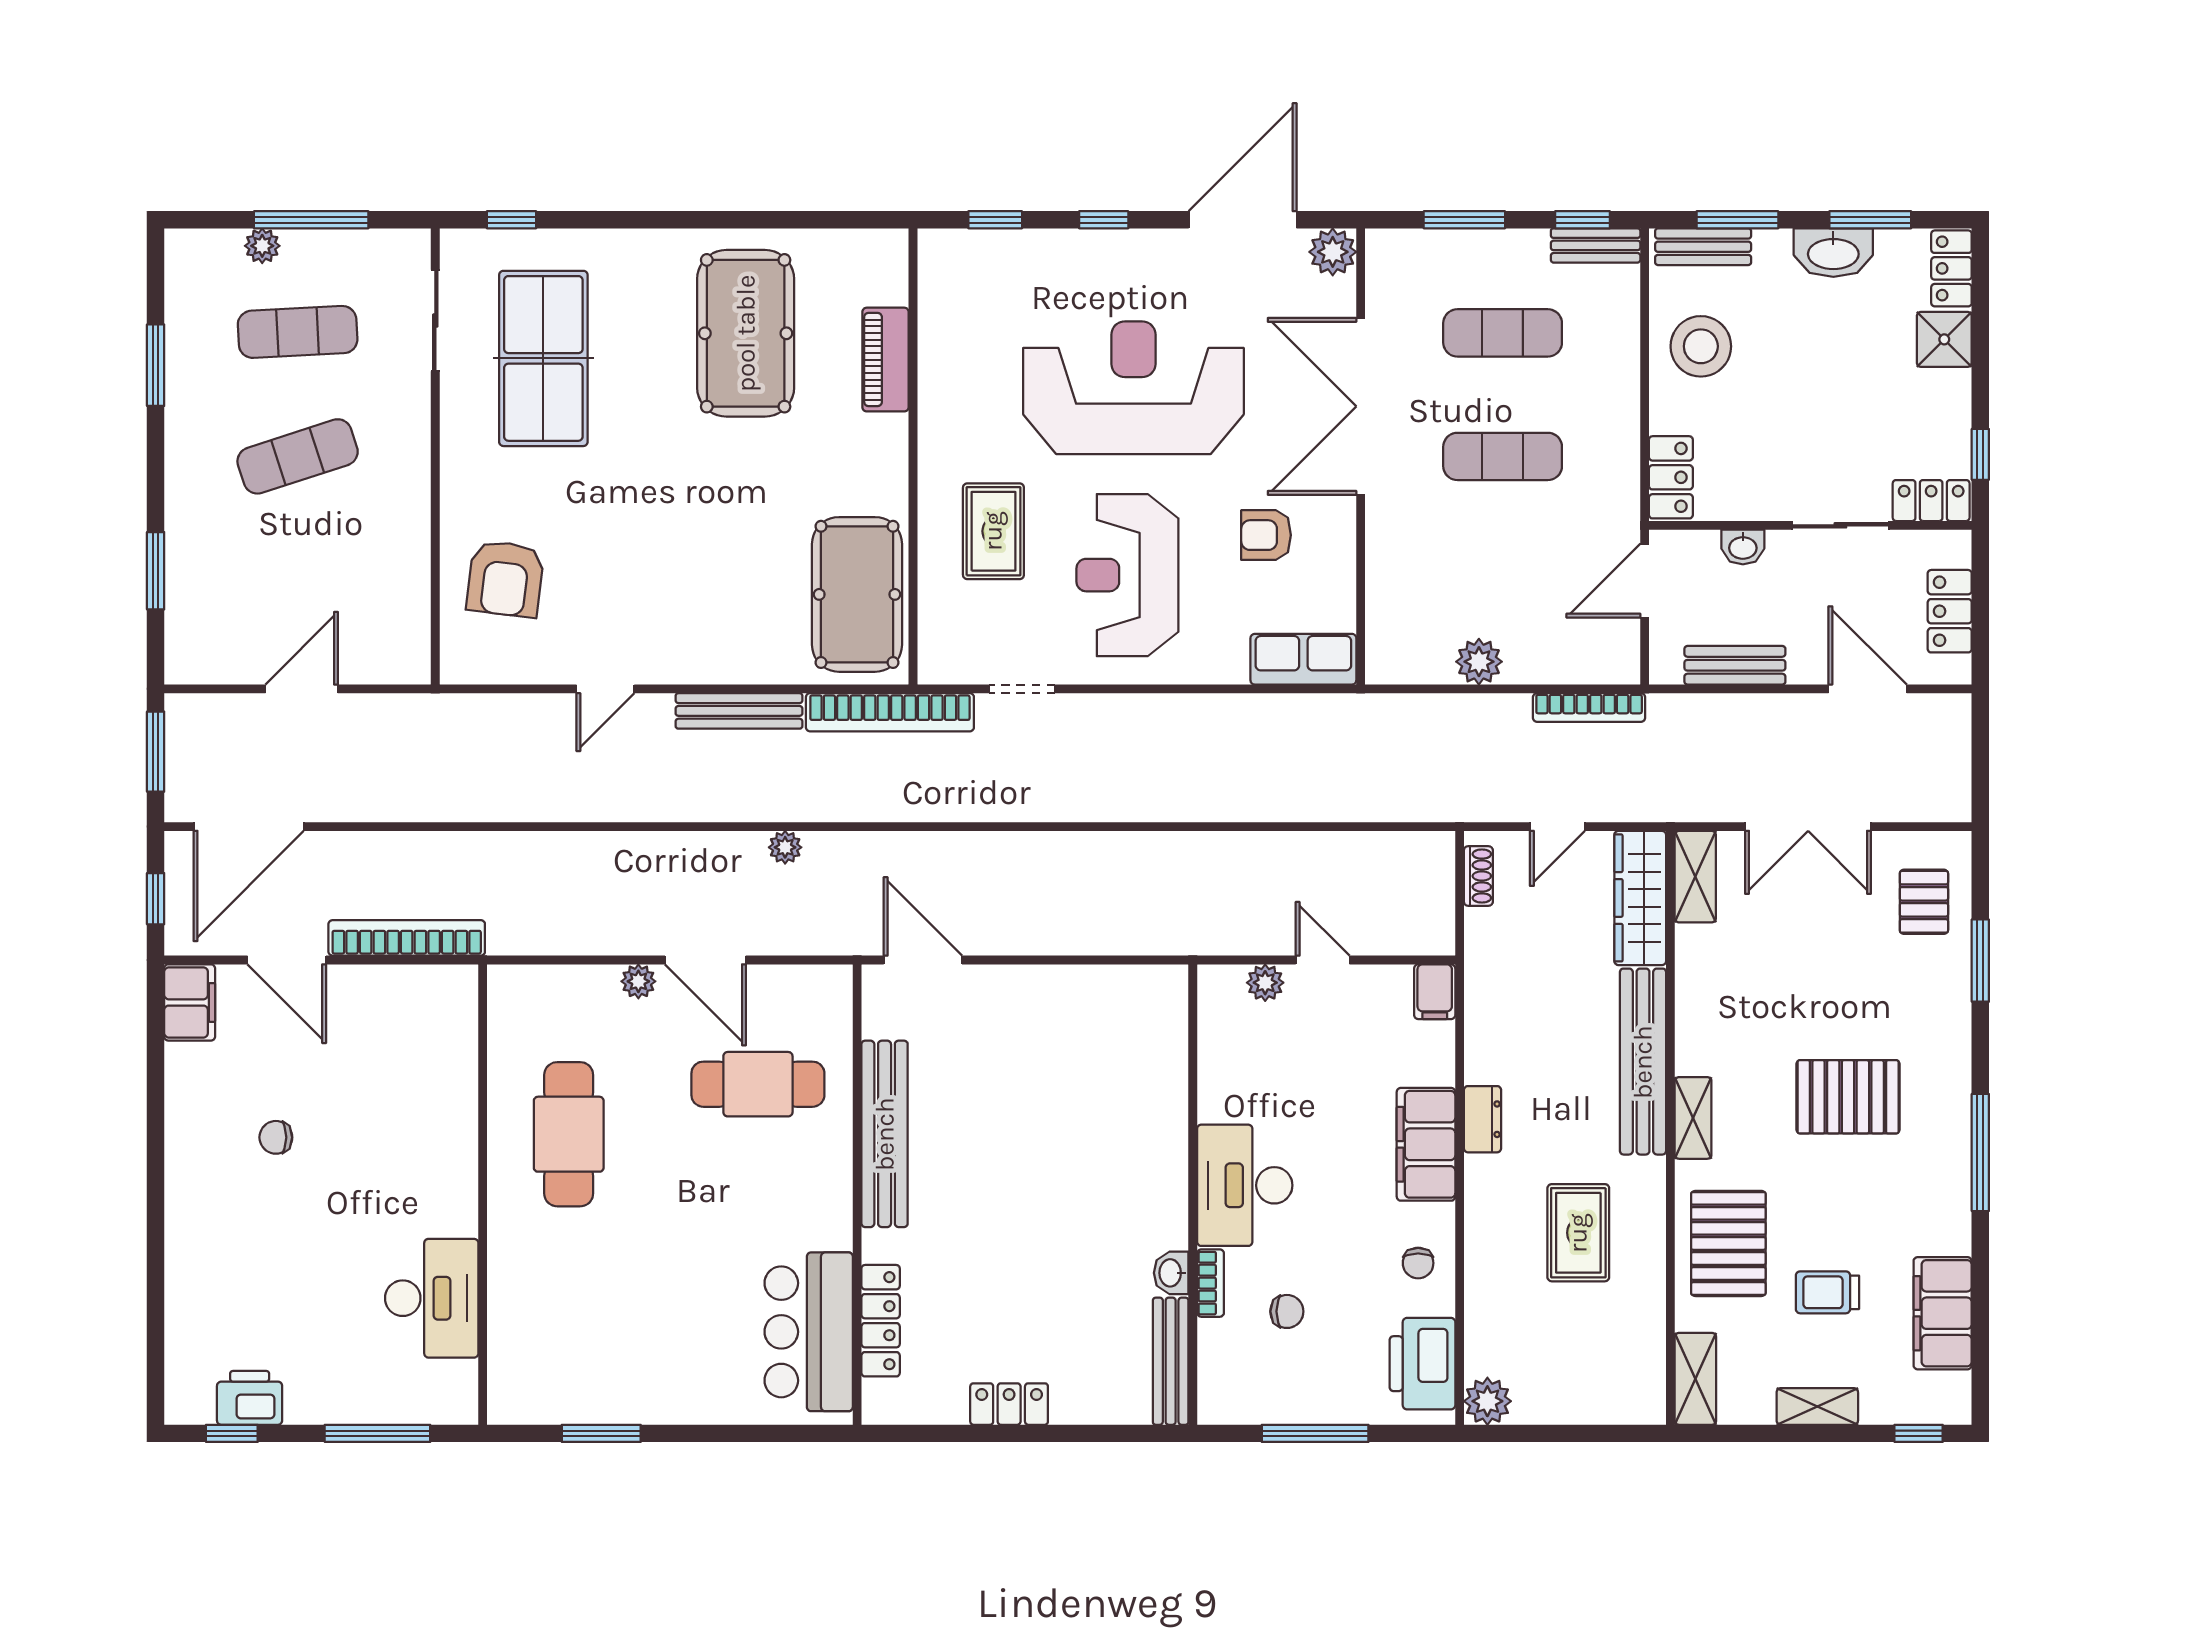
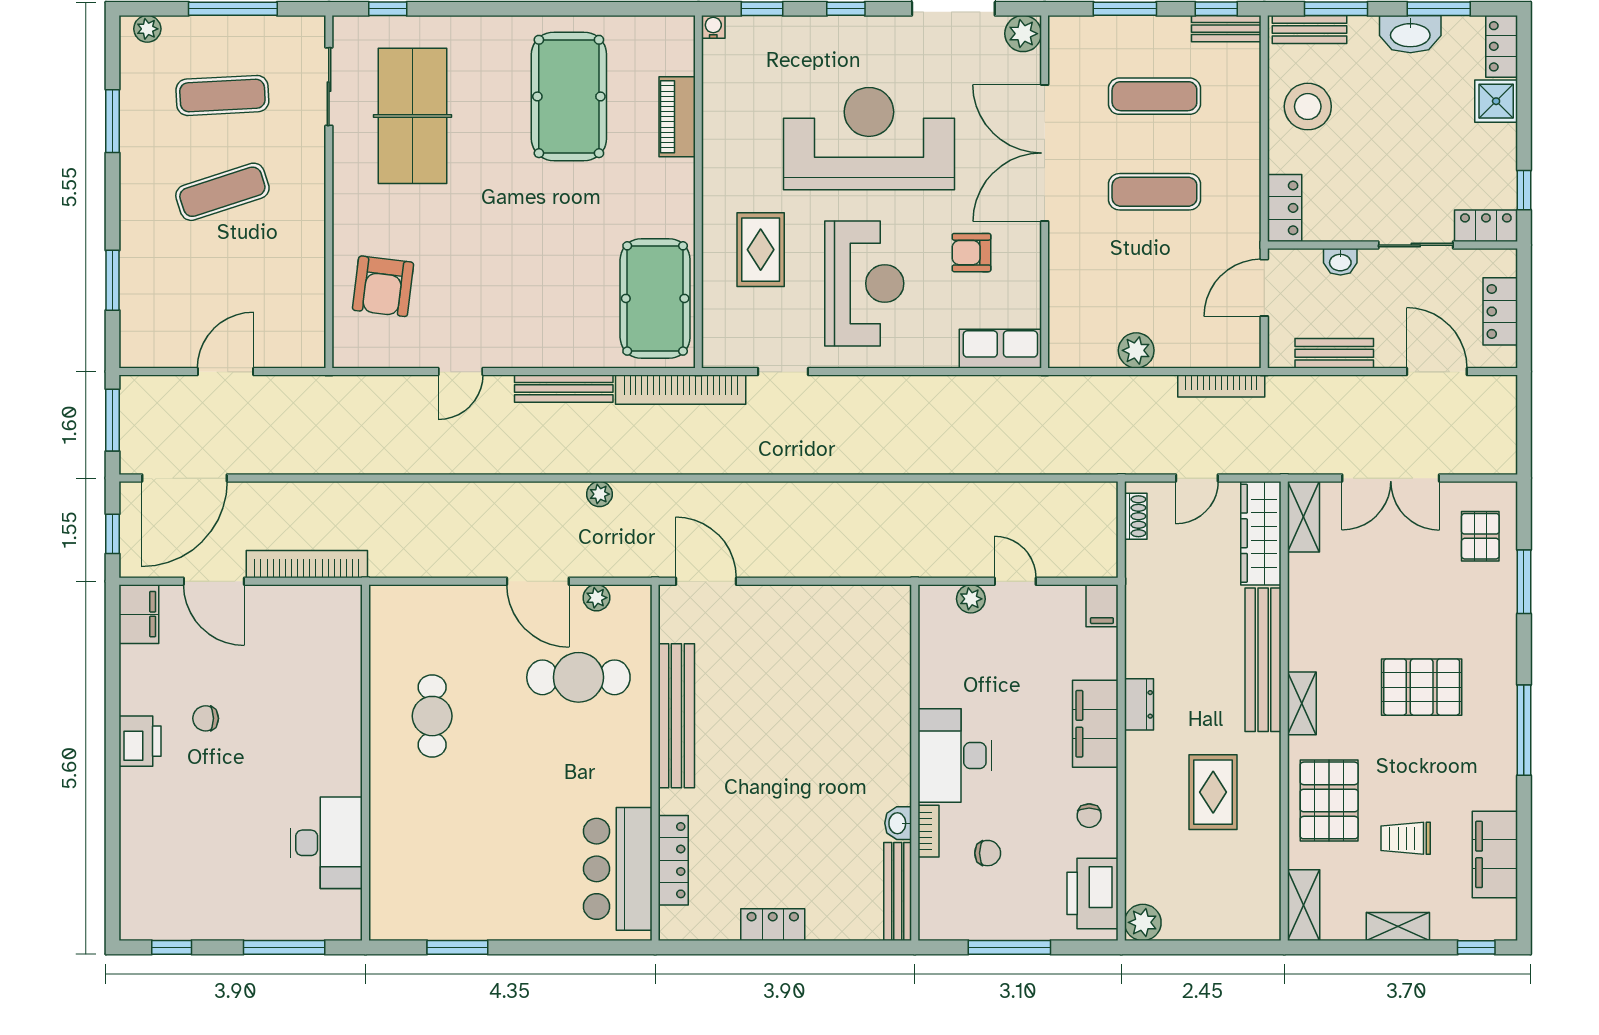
water cooler: (932, 243) -> (713, 27), added
plant: (262, 246) -> (147, 29), moved
reception desk: (1127, 575) -> (864, 283), turned 180
plant: (638, 981) -> (596, 598), moved
cafe table: (569, 1134) -> (432, 716), width x0.73, depth x0.74
printer: (250, 1398) -> (140, 741), moved, turned 90

